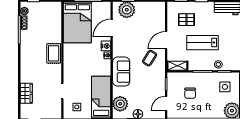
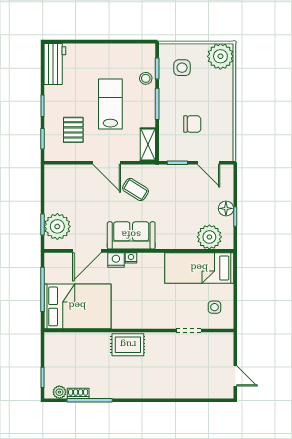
door: (112, 28) -> (87, 251), hinge flipped
lab bench: (202, 43) -> (110, 104), turned 180
sofa: (121, 72) -> (131, 235), moved
wardrobe: (26, 93) -> (192, 389), removed

